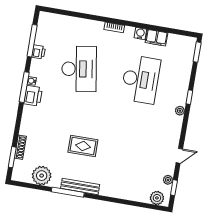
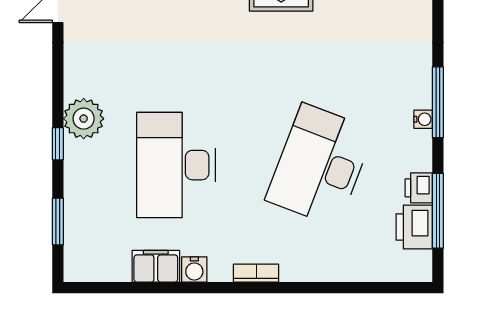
window: (197, 52) -> (58, 221), moved
desk: (79, 69) -> (320, 165), turned 30
printer: (33, 96) -> (414, 227), moved
plant: (180, 111) -> (84, 119), width x1.87, depth x1.87

